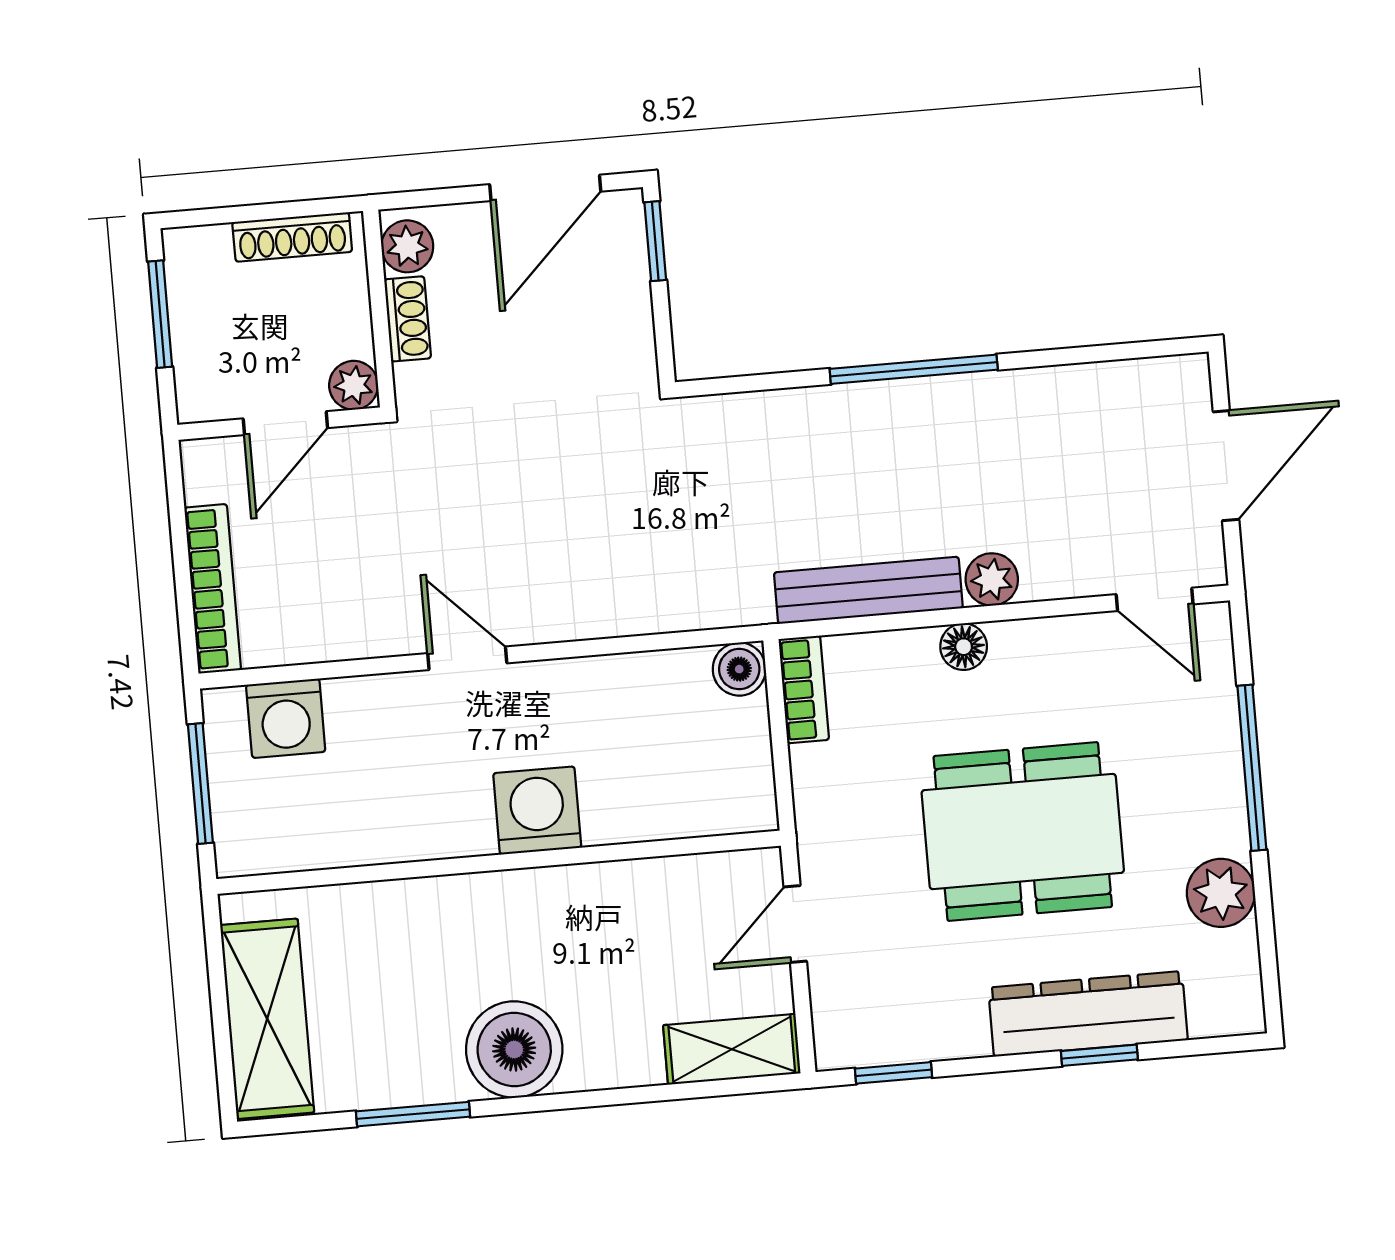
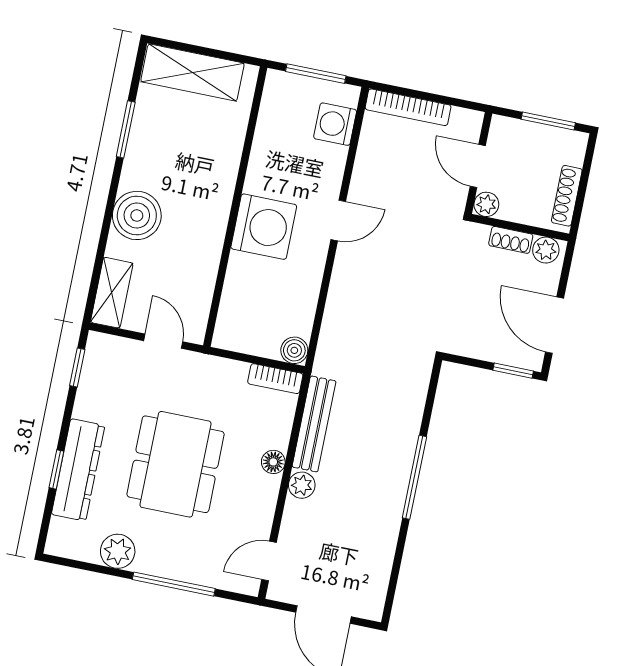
washing machine: (537, 810) -> (264, 227), width x1.37, depth x1.37
boiler: (514, 1049) -> (137, 215), moved

